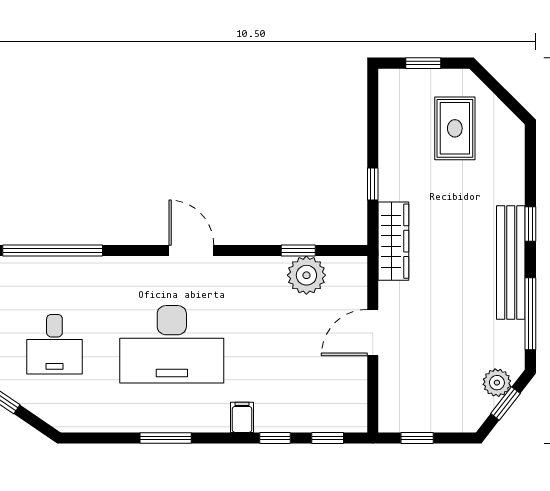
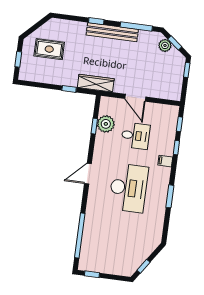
desk: (54, 344) -> (136, 136), moved
window: (417, 438) -> (187, 70), moved

